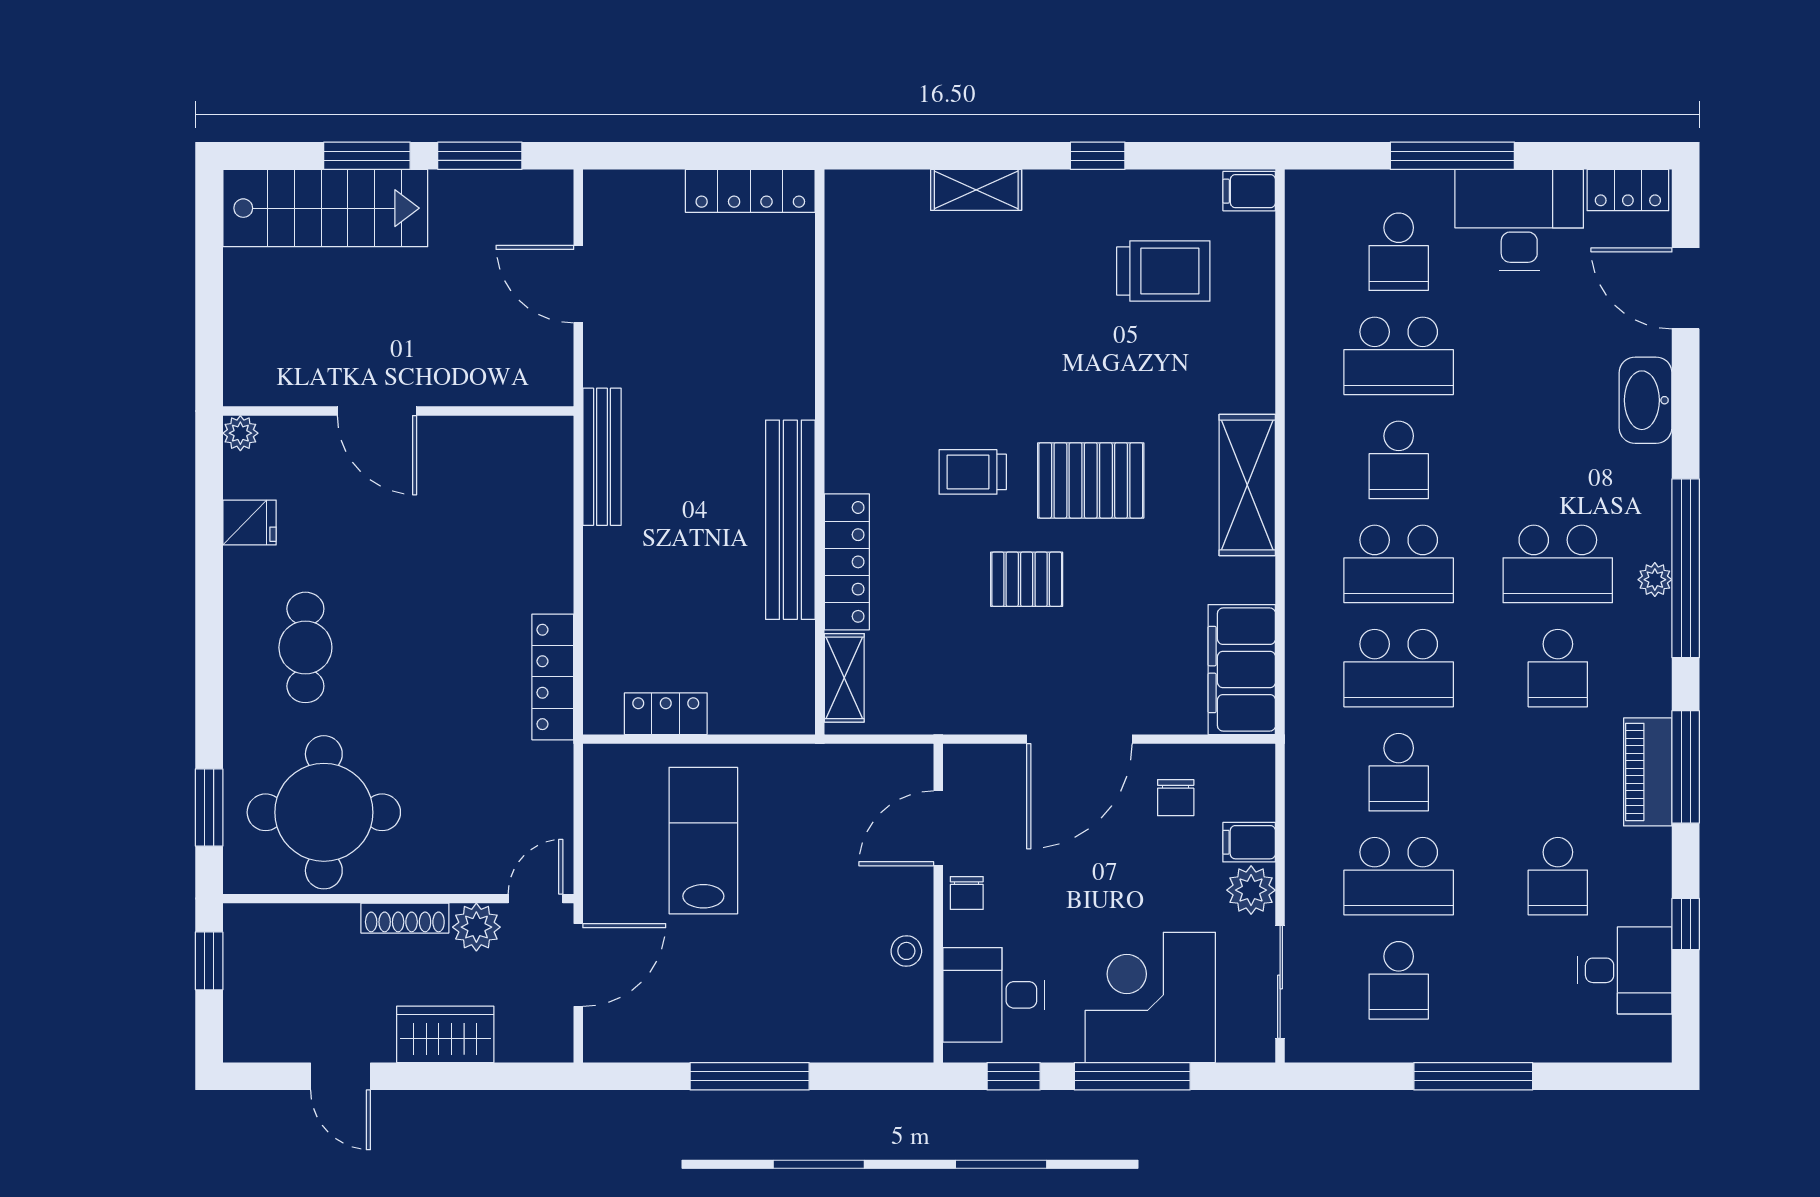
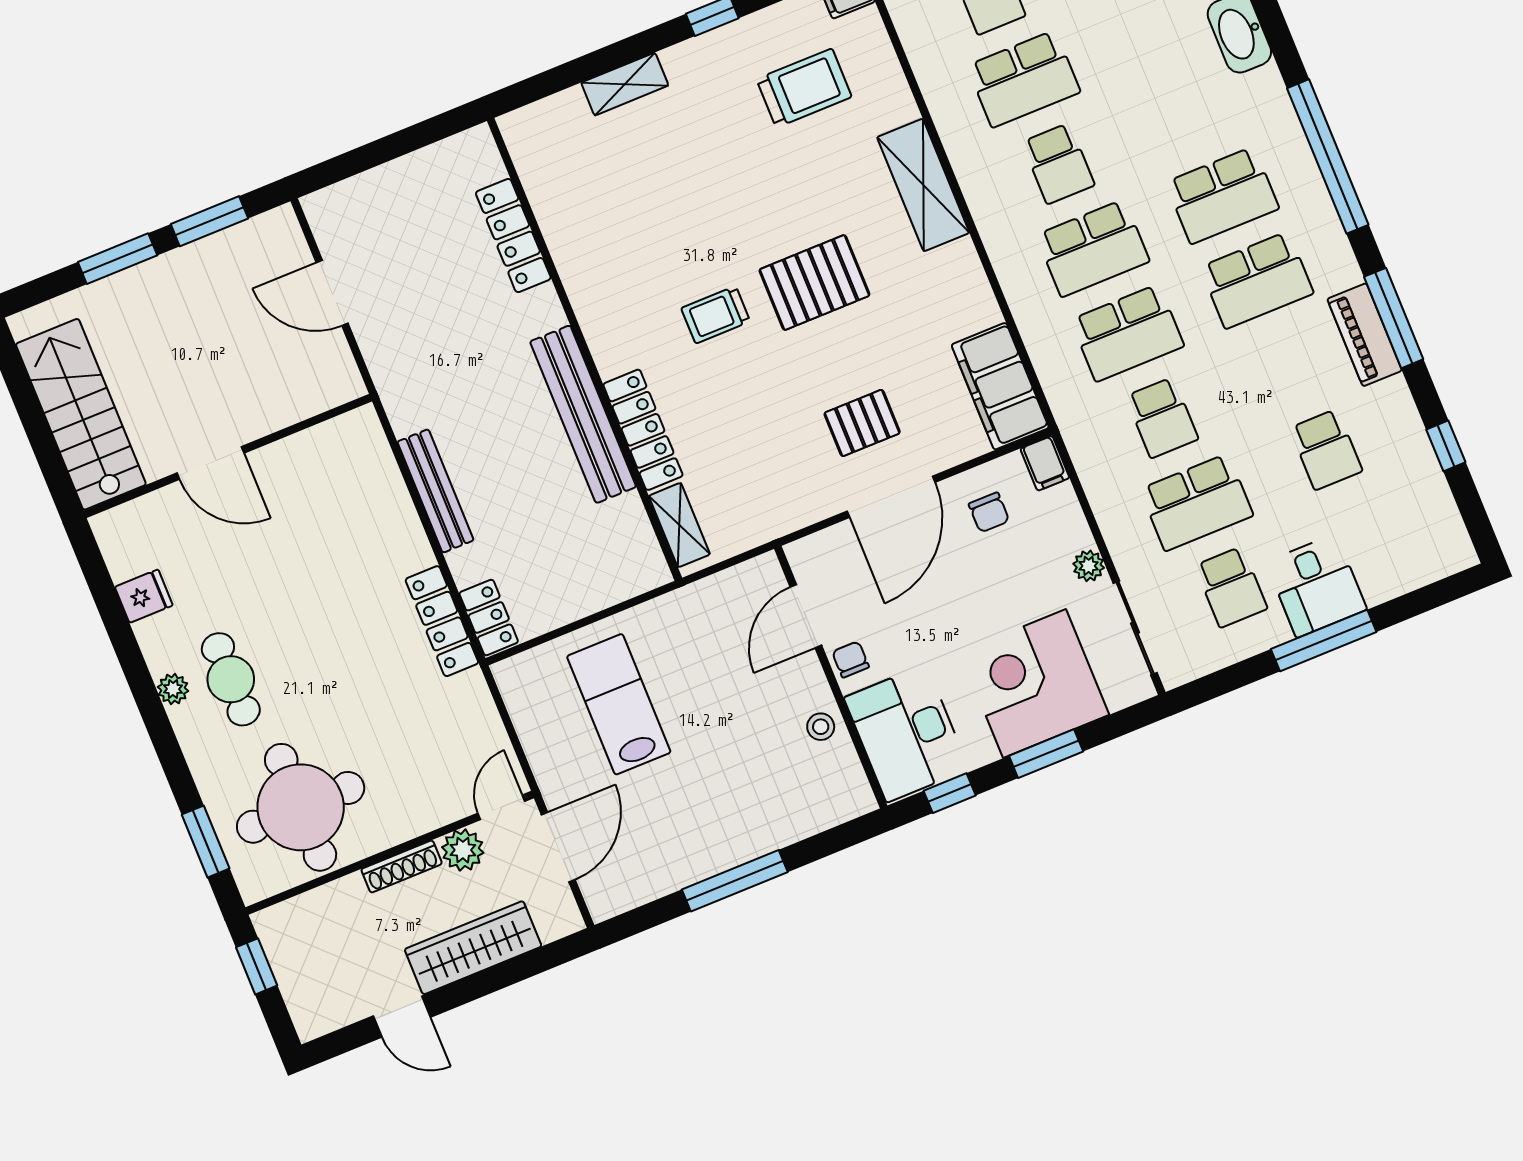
locker: (750, 191) -> (513, 235), moved, turned 90
stairs: (325, 208) -> (81, 414), moved, turned -90
plant: (240, 433) -> (173, 689), moved
bench: (602, 457) -> (435, 491), moved
shelving: (1247, 485) -> (923, 185), moved
pallet: (1027, 579) -> (862, 423), moved
plant: (1655, 580) -> (1306, 176), removed
school desk: (1558, 668) -> (1257, 280), width x1.85
locker: (666, 714) -> (489, 617), moved, turned 90
filing cabinet: (1249, 842) -> (1045, 463), moved, turned -90
plant: (1251, 890) -> (1089, 566), width x0.73, depth x0.73
chair: (967, 893) -> (851, 659), turned 180
desk: (1625, 970) -> (1316, 586), moved, turned 90
desk: (994, 995) -> (906, 733), width x1.37
wardrobe: (445, 1034) -> (473, 948), width x1.50
window: (1132, 1076) -> (1046, 754), width x0.69

